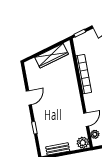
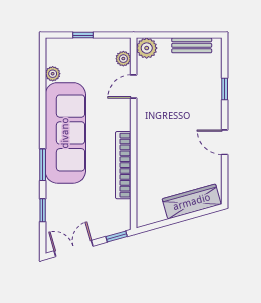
wardrobe: (52, 56) -> (192, 202), moved
door: (29, 98) -> (225, 142), hinge flipped

